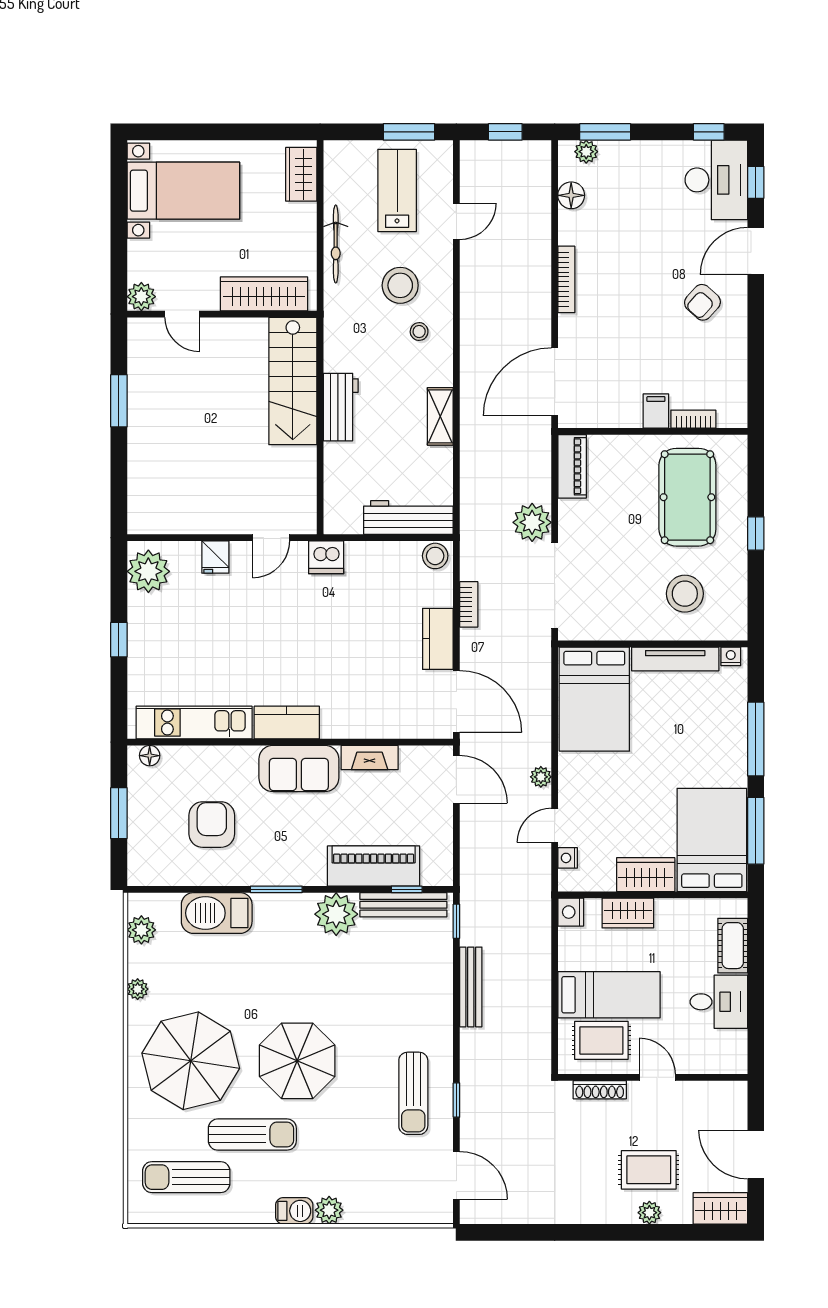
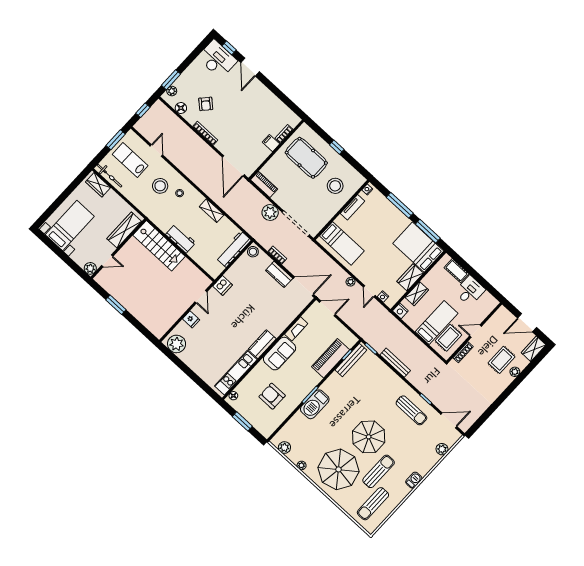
window: (709, 132) -> (200, 48), removed
bicycle: (336, 244) -> (109, 176), moved
armchair: (702, 302) -> (206, 104), moved
window: (119, 640) -> (189, 372), removed
tv unit: (675, 659) -> (352, 207), width x0.71
bed: (594, 699) -> (342, 243), width x0.67
barbecue: (217, 913) -> (315, 404), moved
plant: (336, 914) -> (335, 383), removed
plant: (329, 1210) -> (442, 449), moved

